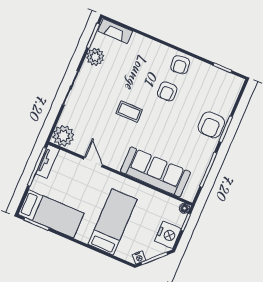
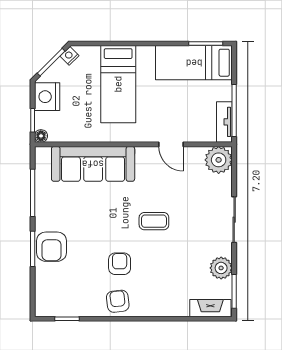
armchair: (211, 125) -> (51, 247), turned 180

